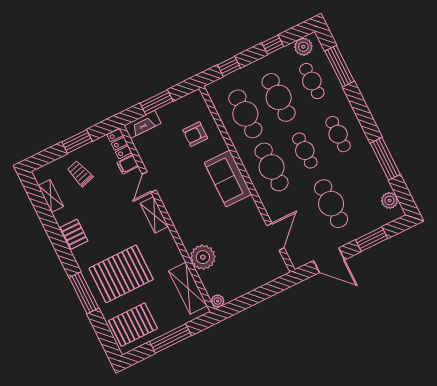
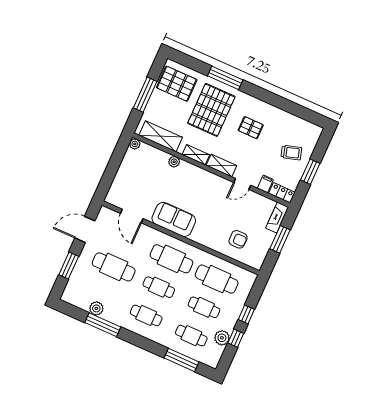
plant: (303, 47) -> (222, 338), moved
window: (229, 66) -> (246, 314), moved
cafe table: (279, 97) -> (204, 307), width x0.73, depth x0.74
armchair: (195, 134) -> (238, 239), turned 90
sofa: (228, 179) -> (174, 219), moved
door: (149, 182) -> (242, 184), swing flipped
shelving: (51, 196) -> (196, 155), moved
plant: (389, 200) -> (96, 308), moved
pallet: (74, 234) -> (251, 128), moved
plant: (203, 257) -> (174, 162), width x0.53, depth x0.53
pallet: (133, 325) -> (177, 84), turned 90

